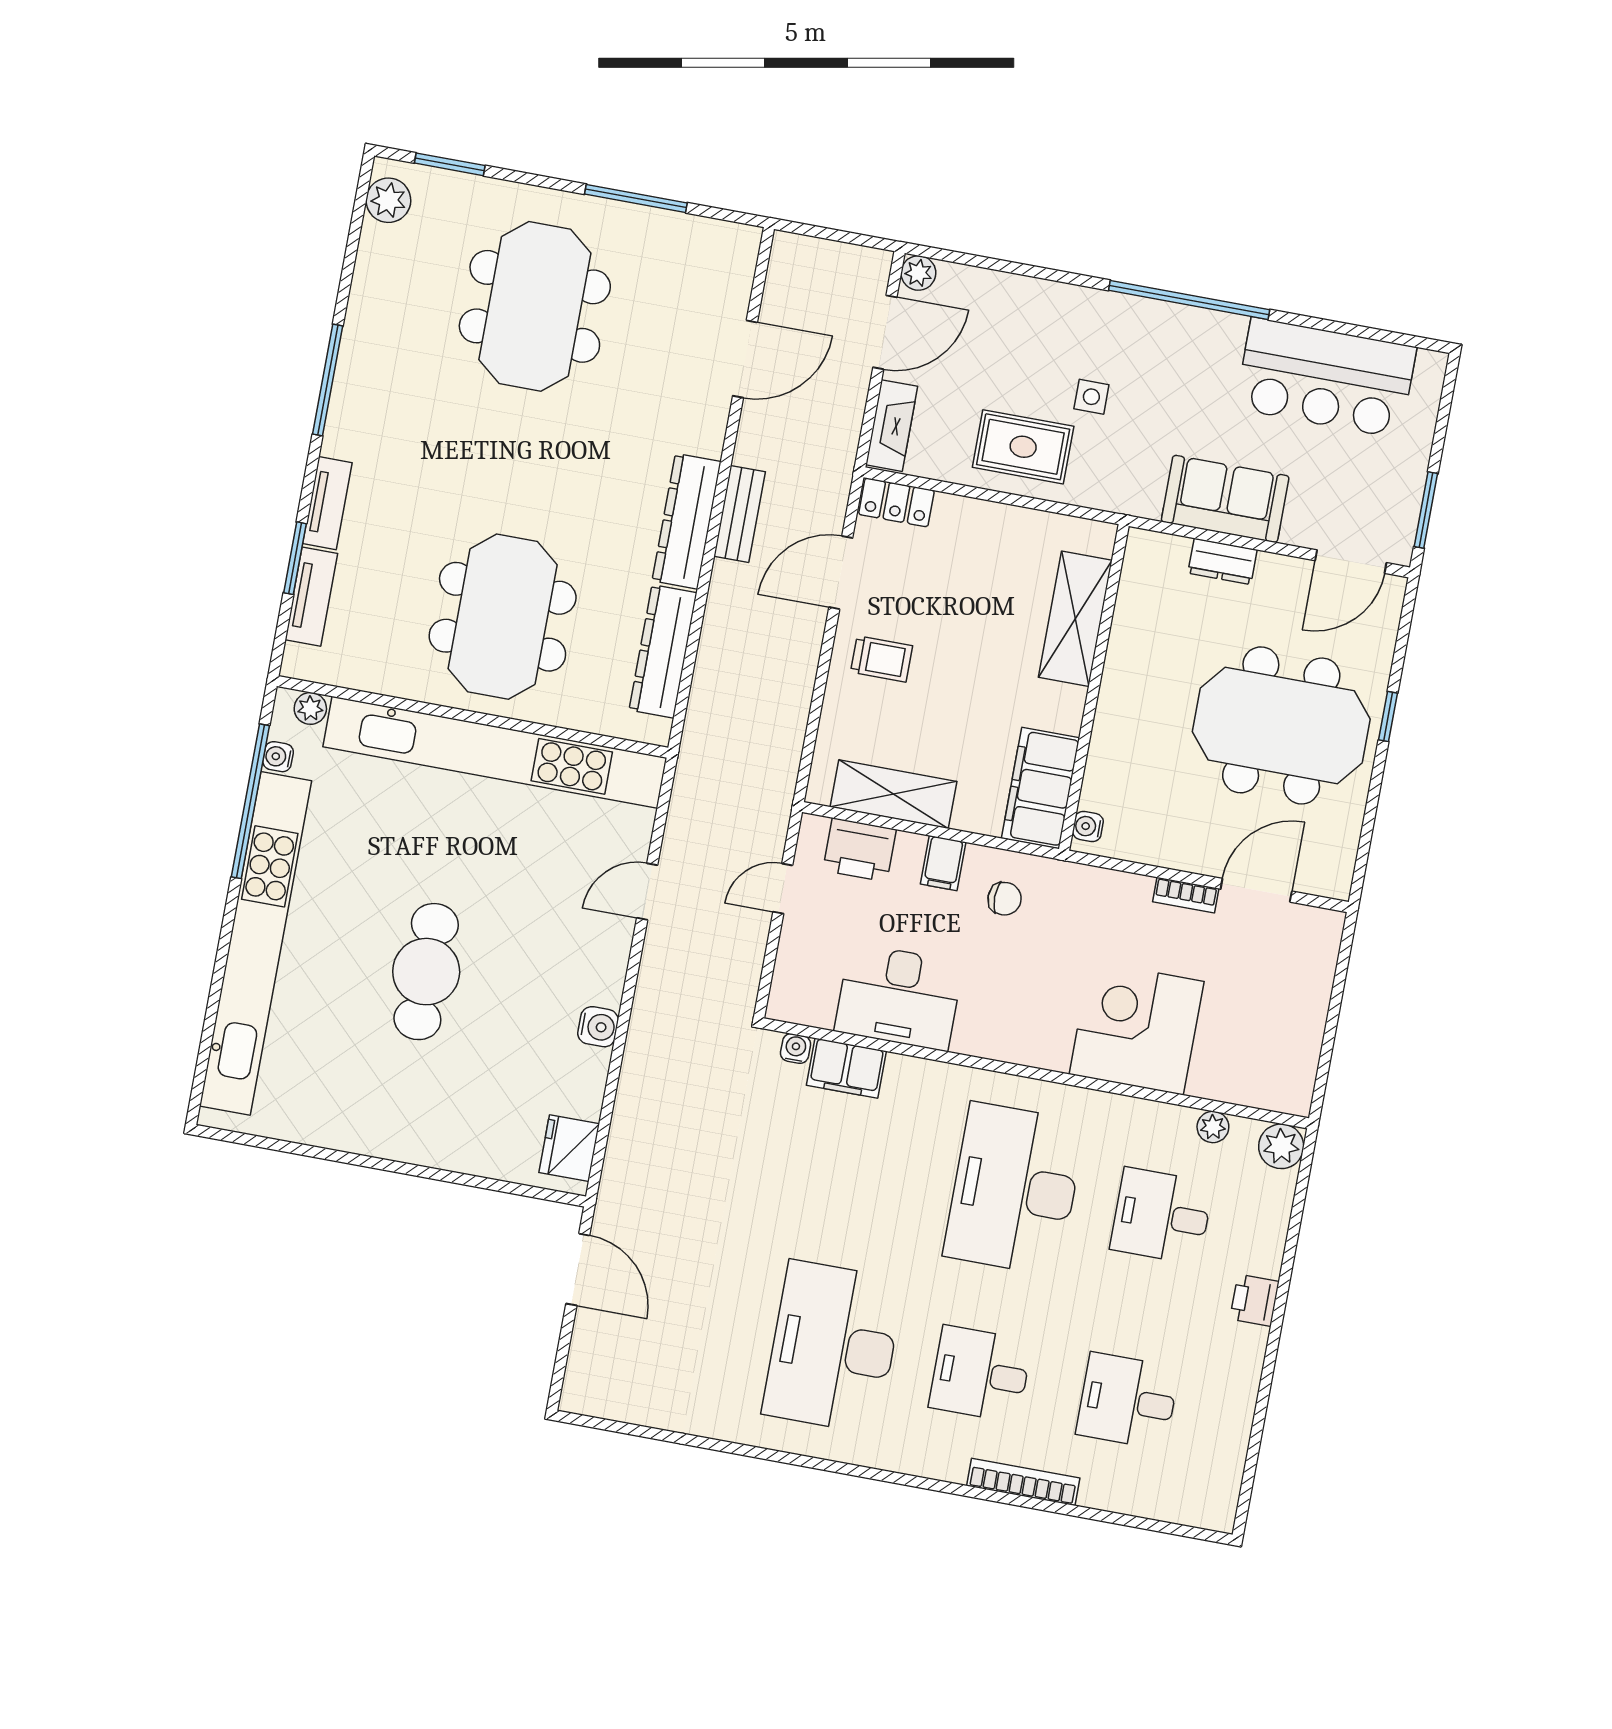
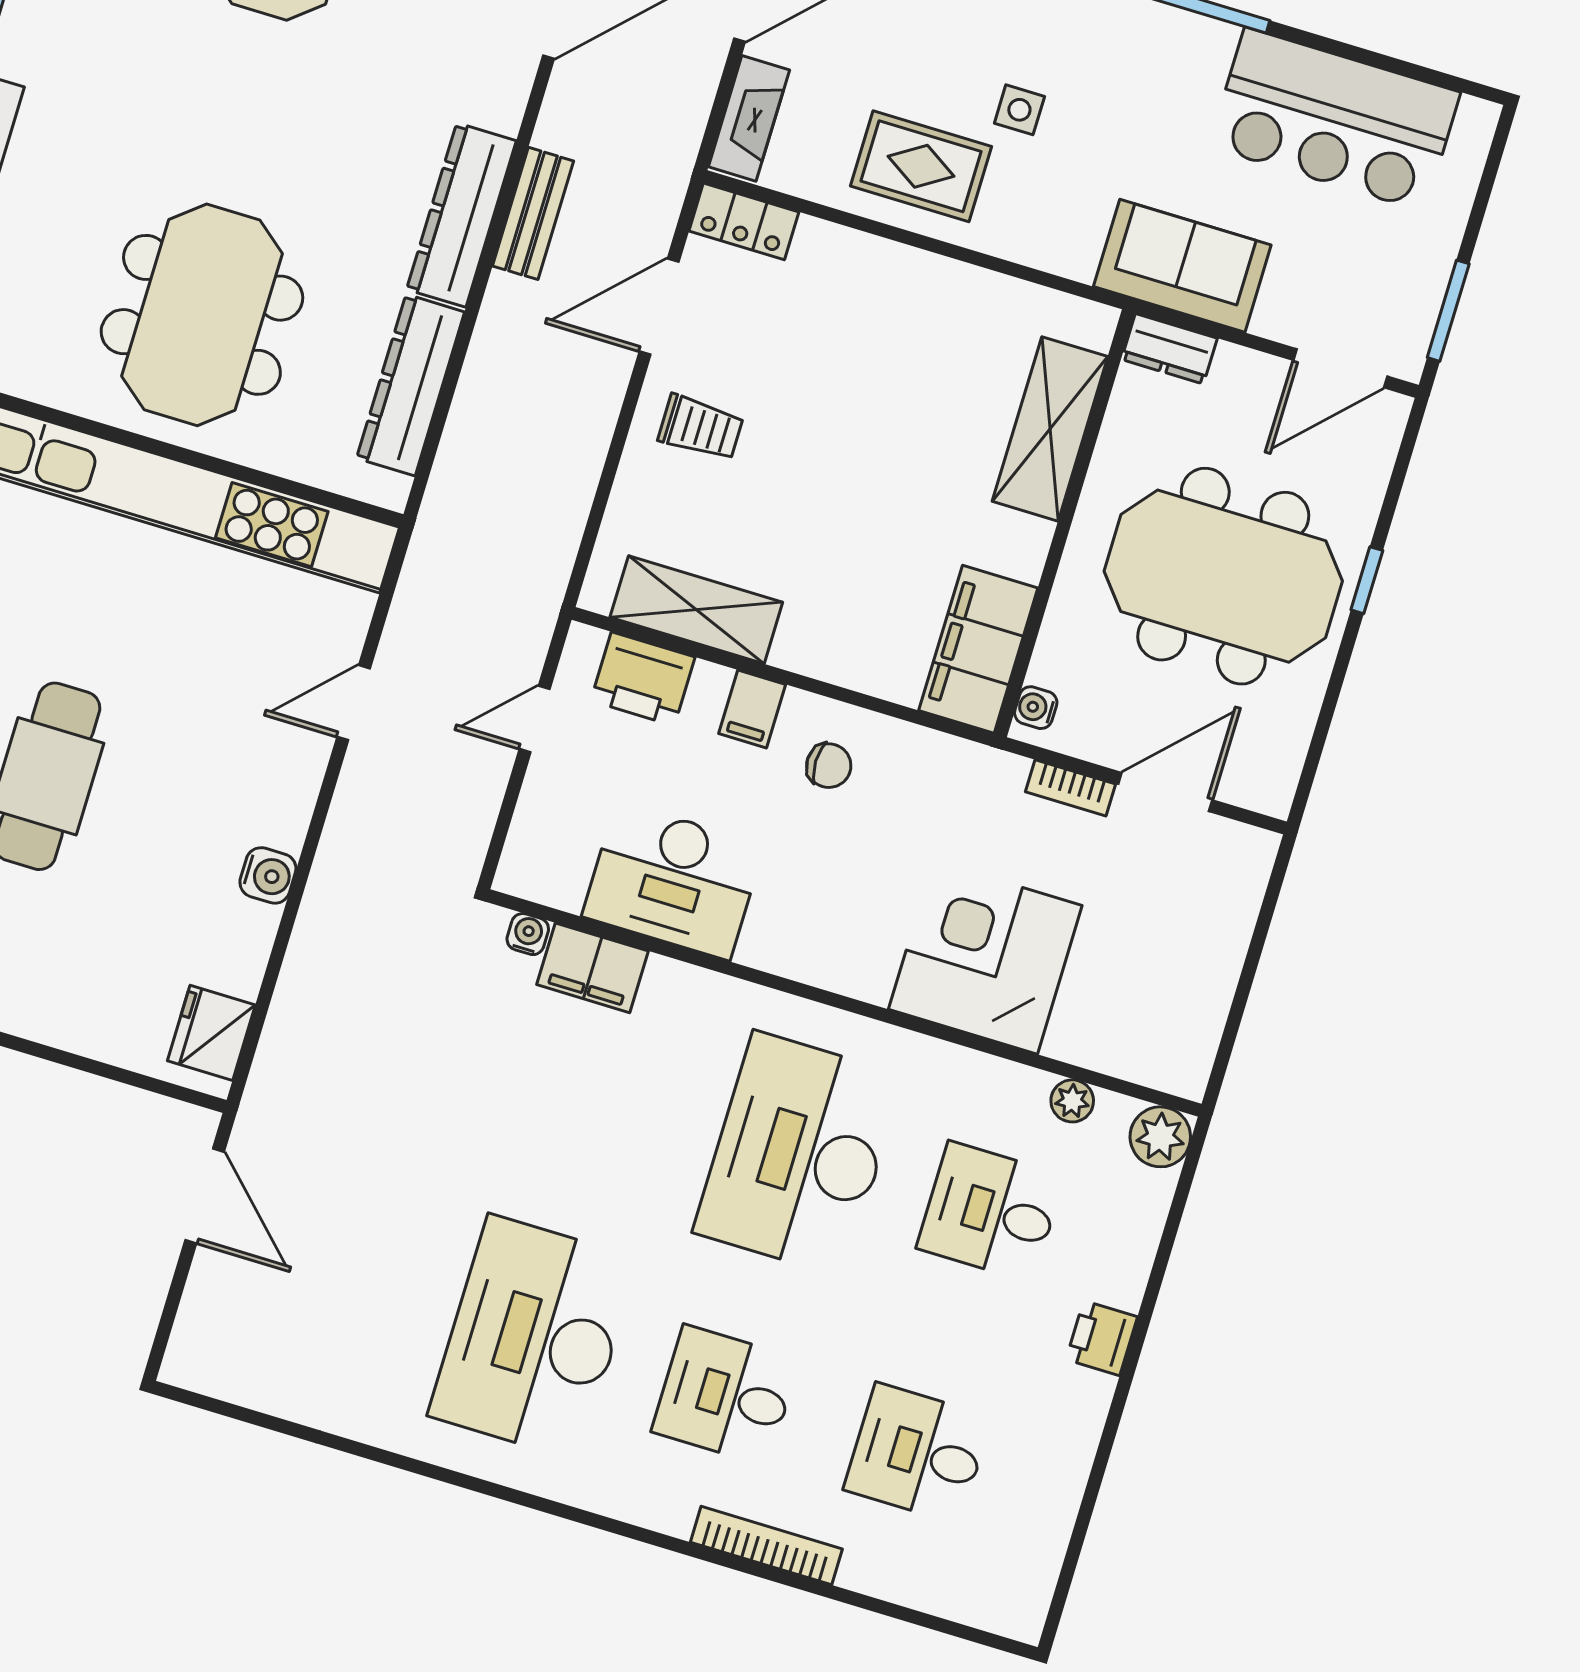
shelving: (1075, 619) -> (1050, 429), moved
wall: (1094, 687) -> (1064, 523), moved
filing cabinet: (1040, 788) -> (978, 649), moved
water cooler: (1088, 827) -> (1036, 708), moved

